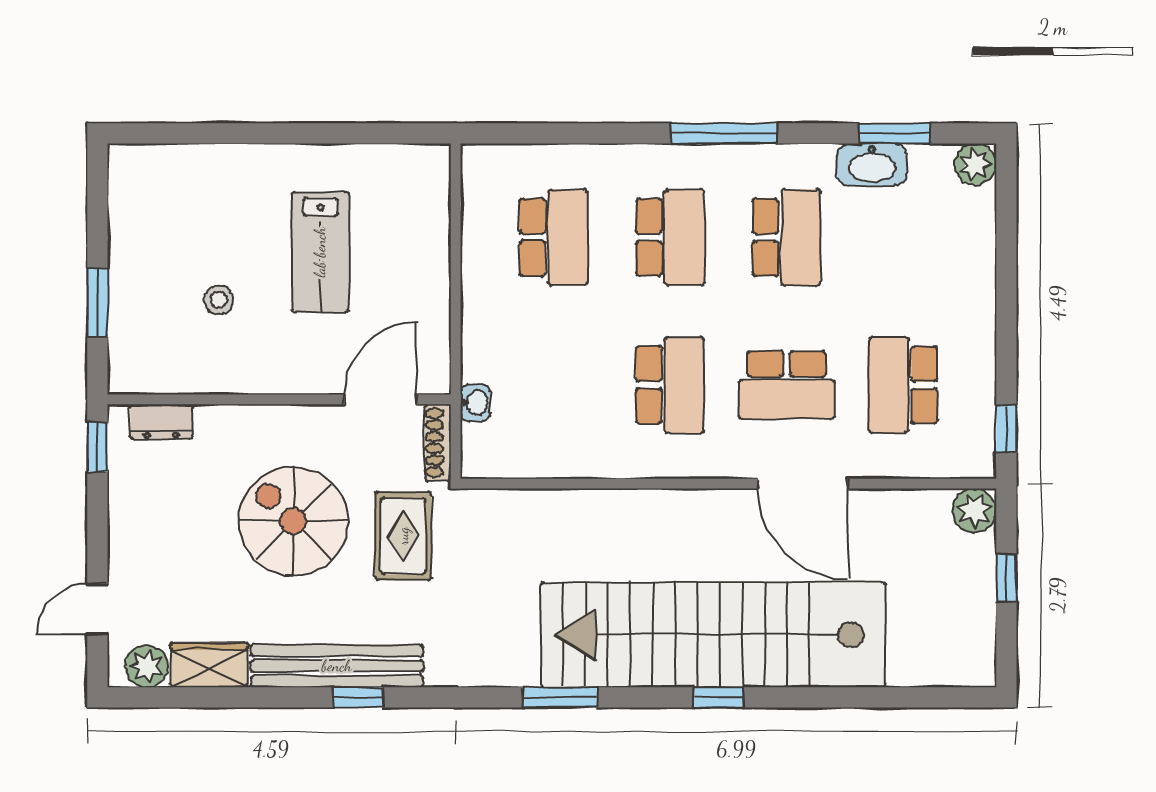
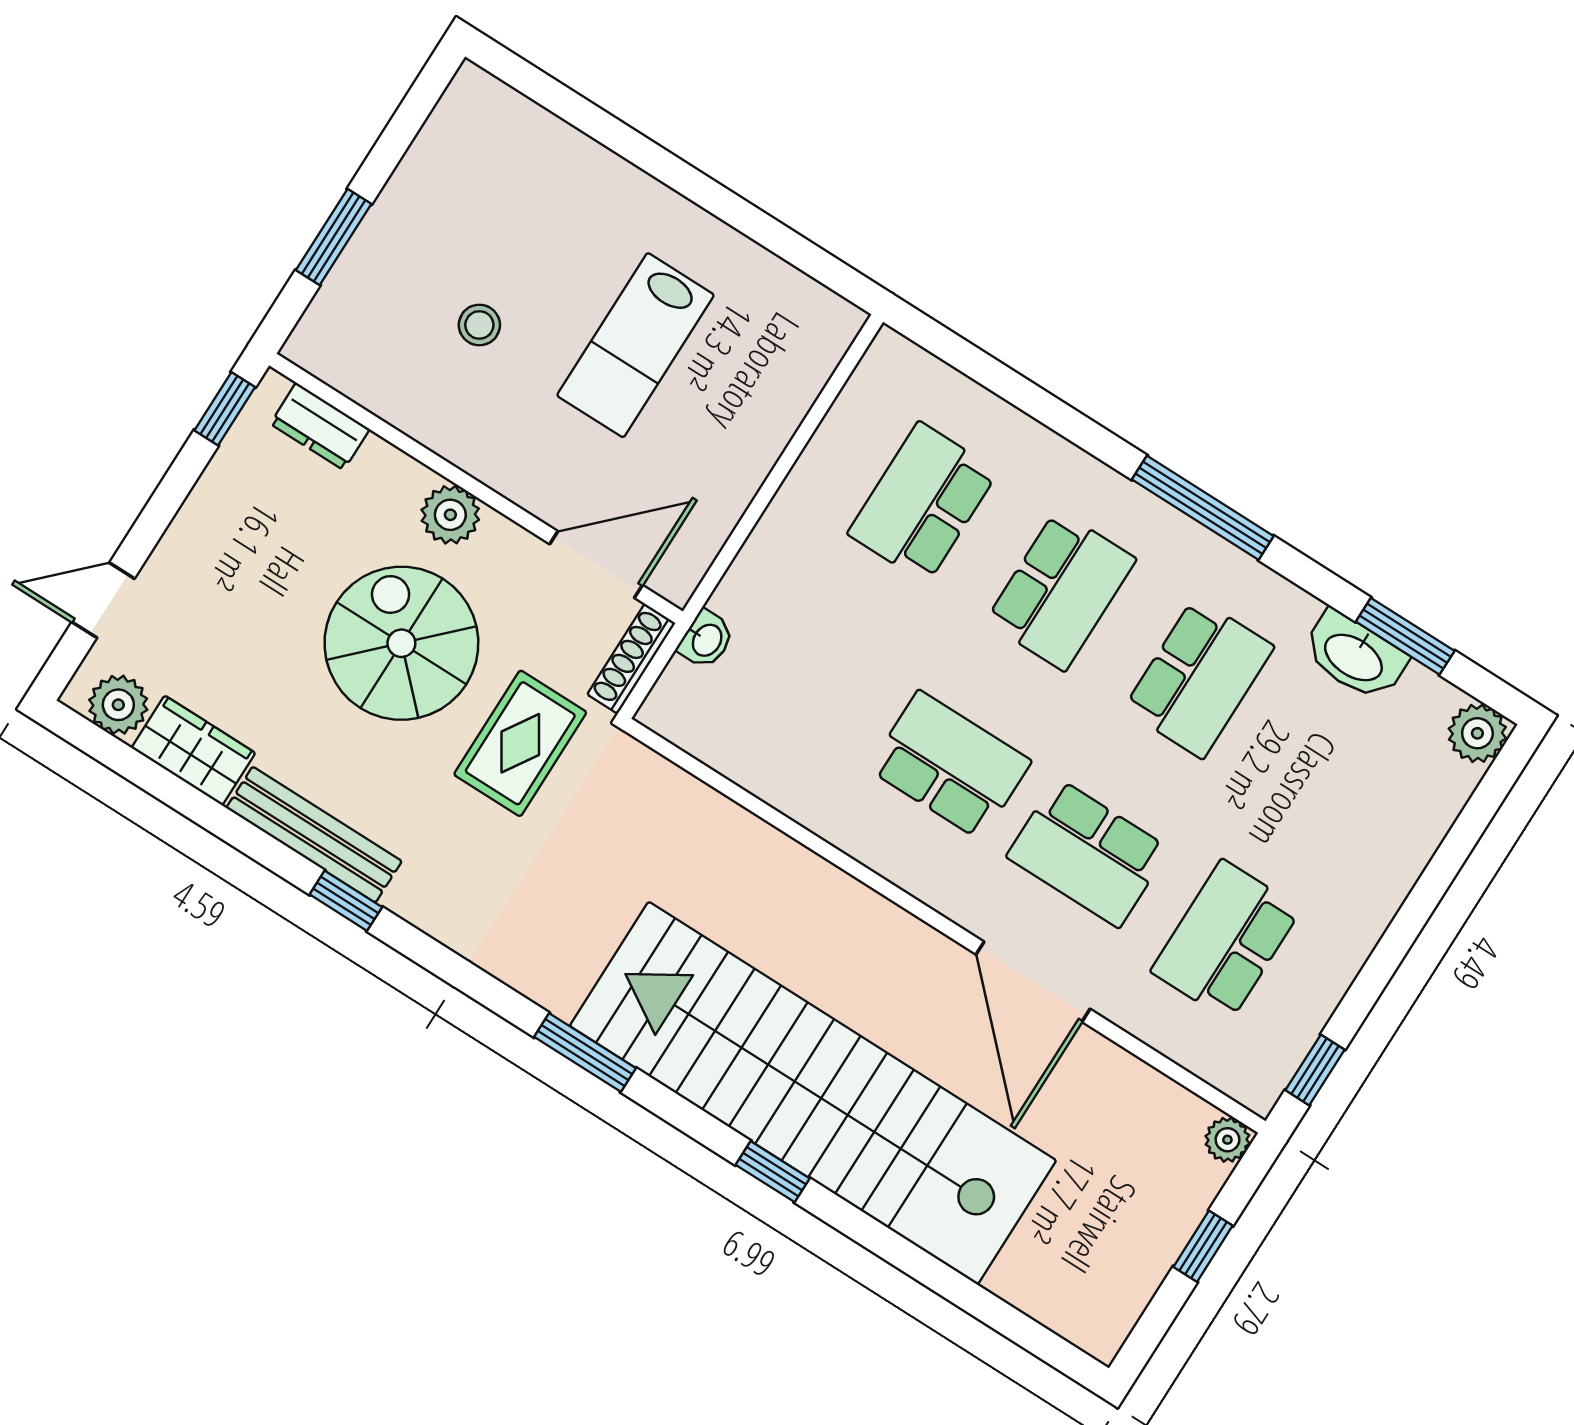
school desk: (554, 237) -> (923, 503), turned 180
school desk: (670, 385) -> (950, 765), turned -90
plant: (274, 425) -> (450, 515), added
plant: (974, 510) -> (1227, 1140), width x0.73, depth x0.73
bench: (337, 666) -> (314, 835), width x0.73, depth x0.82

